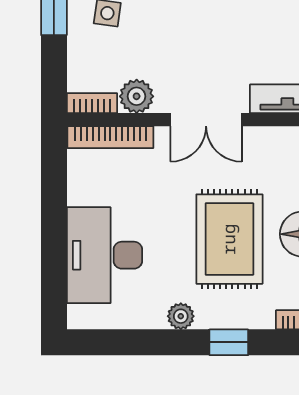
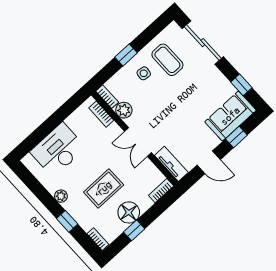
bookcase: (110, 137) -> (101, 114), width x0.64
rug: (229, 239) -> (104, 188), width x0.73, depth x0.70

